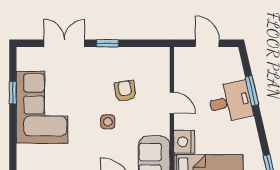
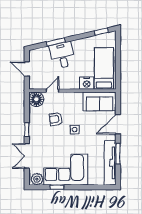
door: (207, 43) -> (27, 69), hinge flipped
floor lamp: (158, 59) -> (36, 99), added
plant: (26, 60) -> (37, 179), added
door: (172, 103) -> (52, 91), moved

